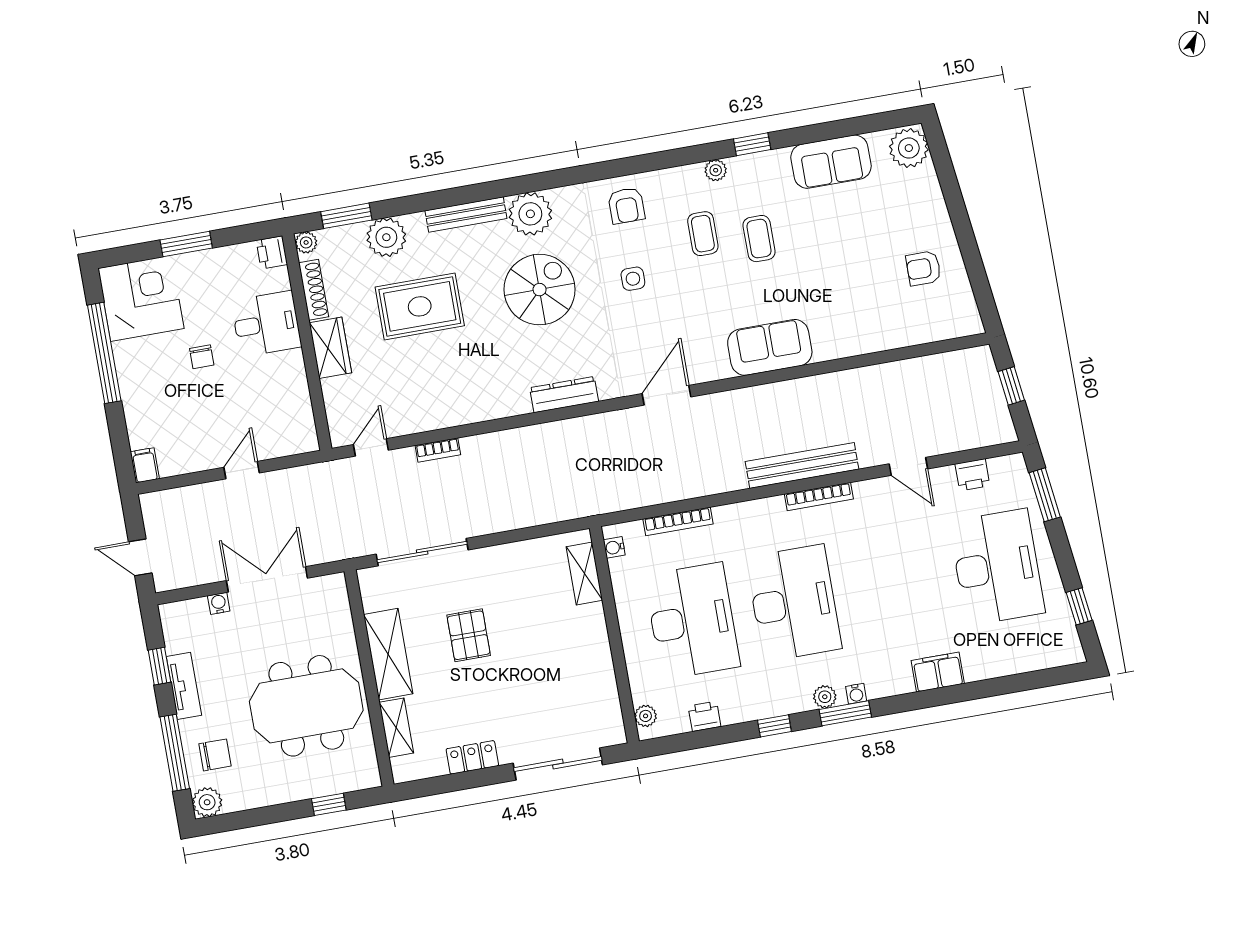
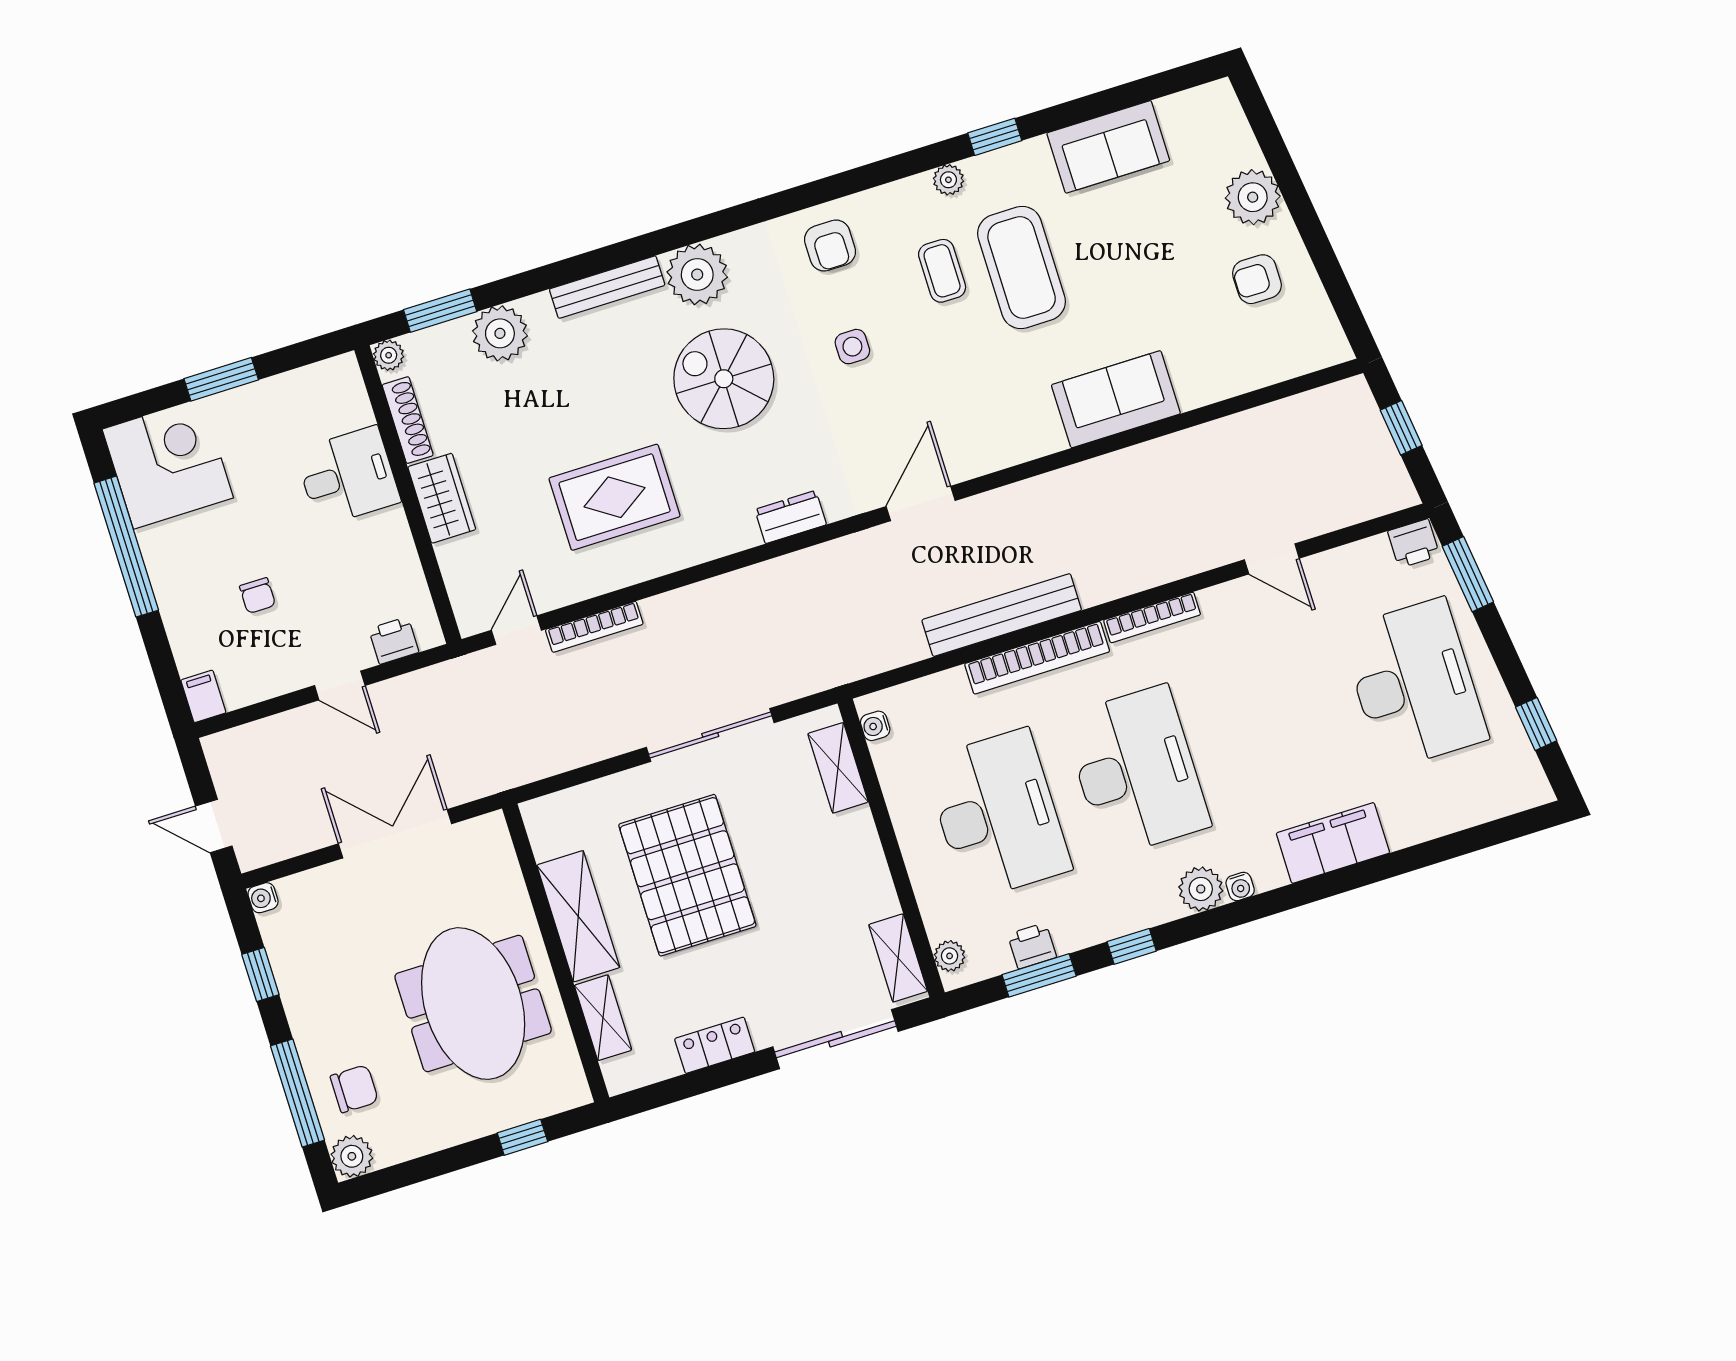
plant: (909, 148) -> (1253, 197), moved
coffee table: (759, 239) -> (1022, 267), width x1.86, depth x1.72
printer: (272, 252) -> (394, 640), moved, turned 90
spiral stairs: (540, 290) -> (724, 379), turned -90
rug: (420, 306) -> (615, 497), moved
sofa: (770, 347) -> (1116, 399), moved
chair: (202, 357) -> (258, 596), moved
dresser: (564, 395) -> (791, 517), width x0.70
bookcase: (438, 450) -> (594, 627), width x1.56
bench: (802, 465) -> (1002, 615), moved
door: (242, 470) -> (340, 686), swing flipped
printer: (972, 475) -> (1414, 543), moved
bookcase: (678, 521) -> (1037, 658), moved, width x1.48, depth x1.31
sliding door: (422, 552) -> (710, 735), moved
water cooler: (219, 603) -> (263, 898), moved, turned -90
pallet: (469, 635) -> (687, 875), width x2.05, depth x2.00
filing cabinet: (938, 672) -> (1333, 843), width x1.50, depth x1.17
tv unit: (184, 686) -> (298, 998), removed
plant: (825, 697) -> (1201, 889), width x1.38, depth x1.38
meeting table: (306, 706) -> (473, 1004), turned 90
shelving: (609, 713) -> (898, 958), added
window: (845, 713) -> (1039, 975), moved

